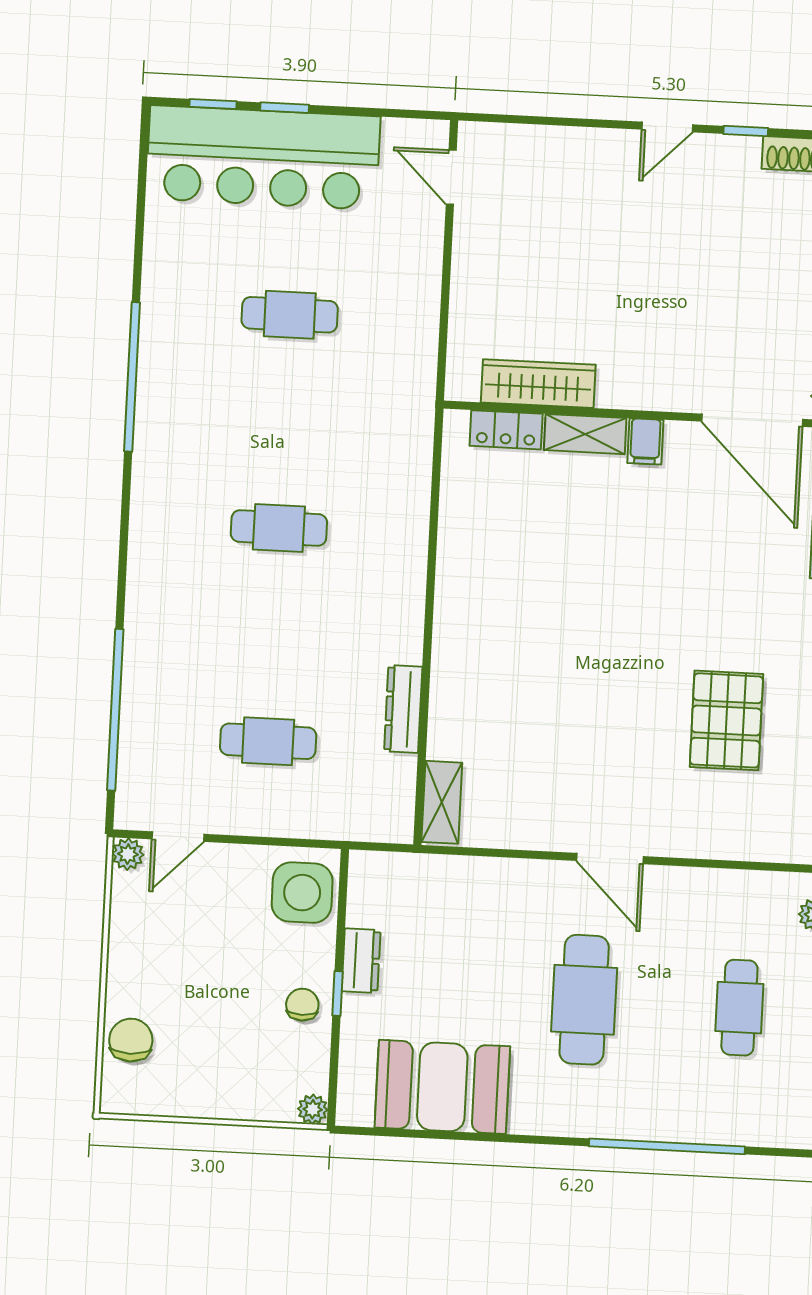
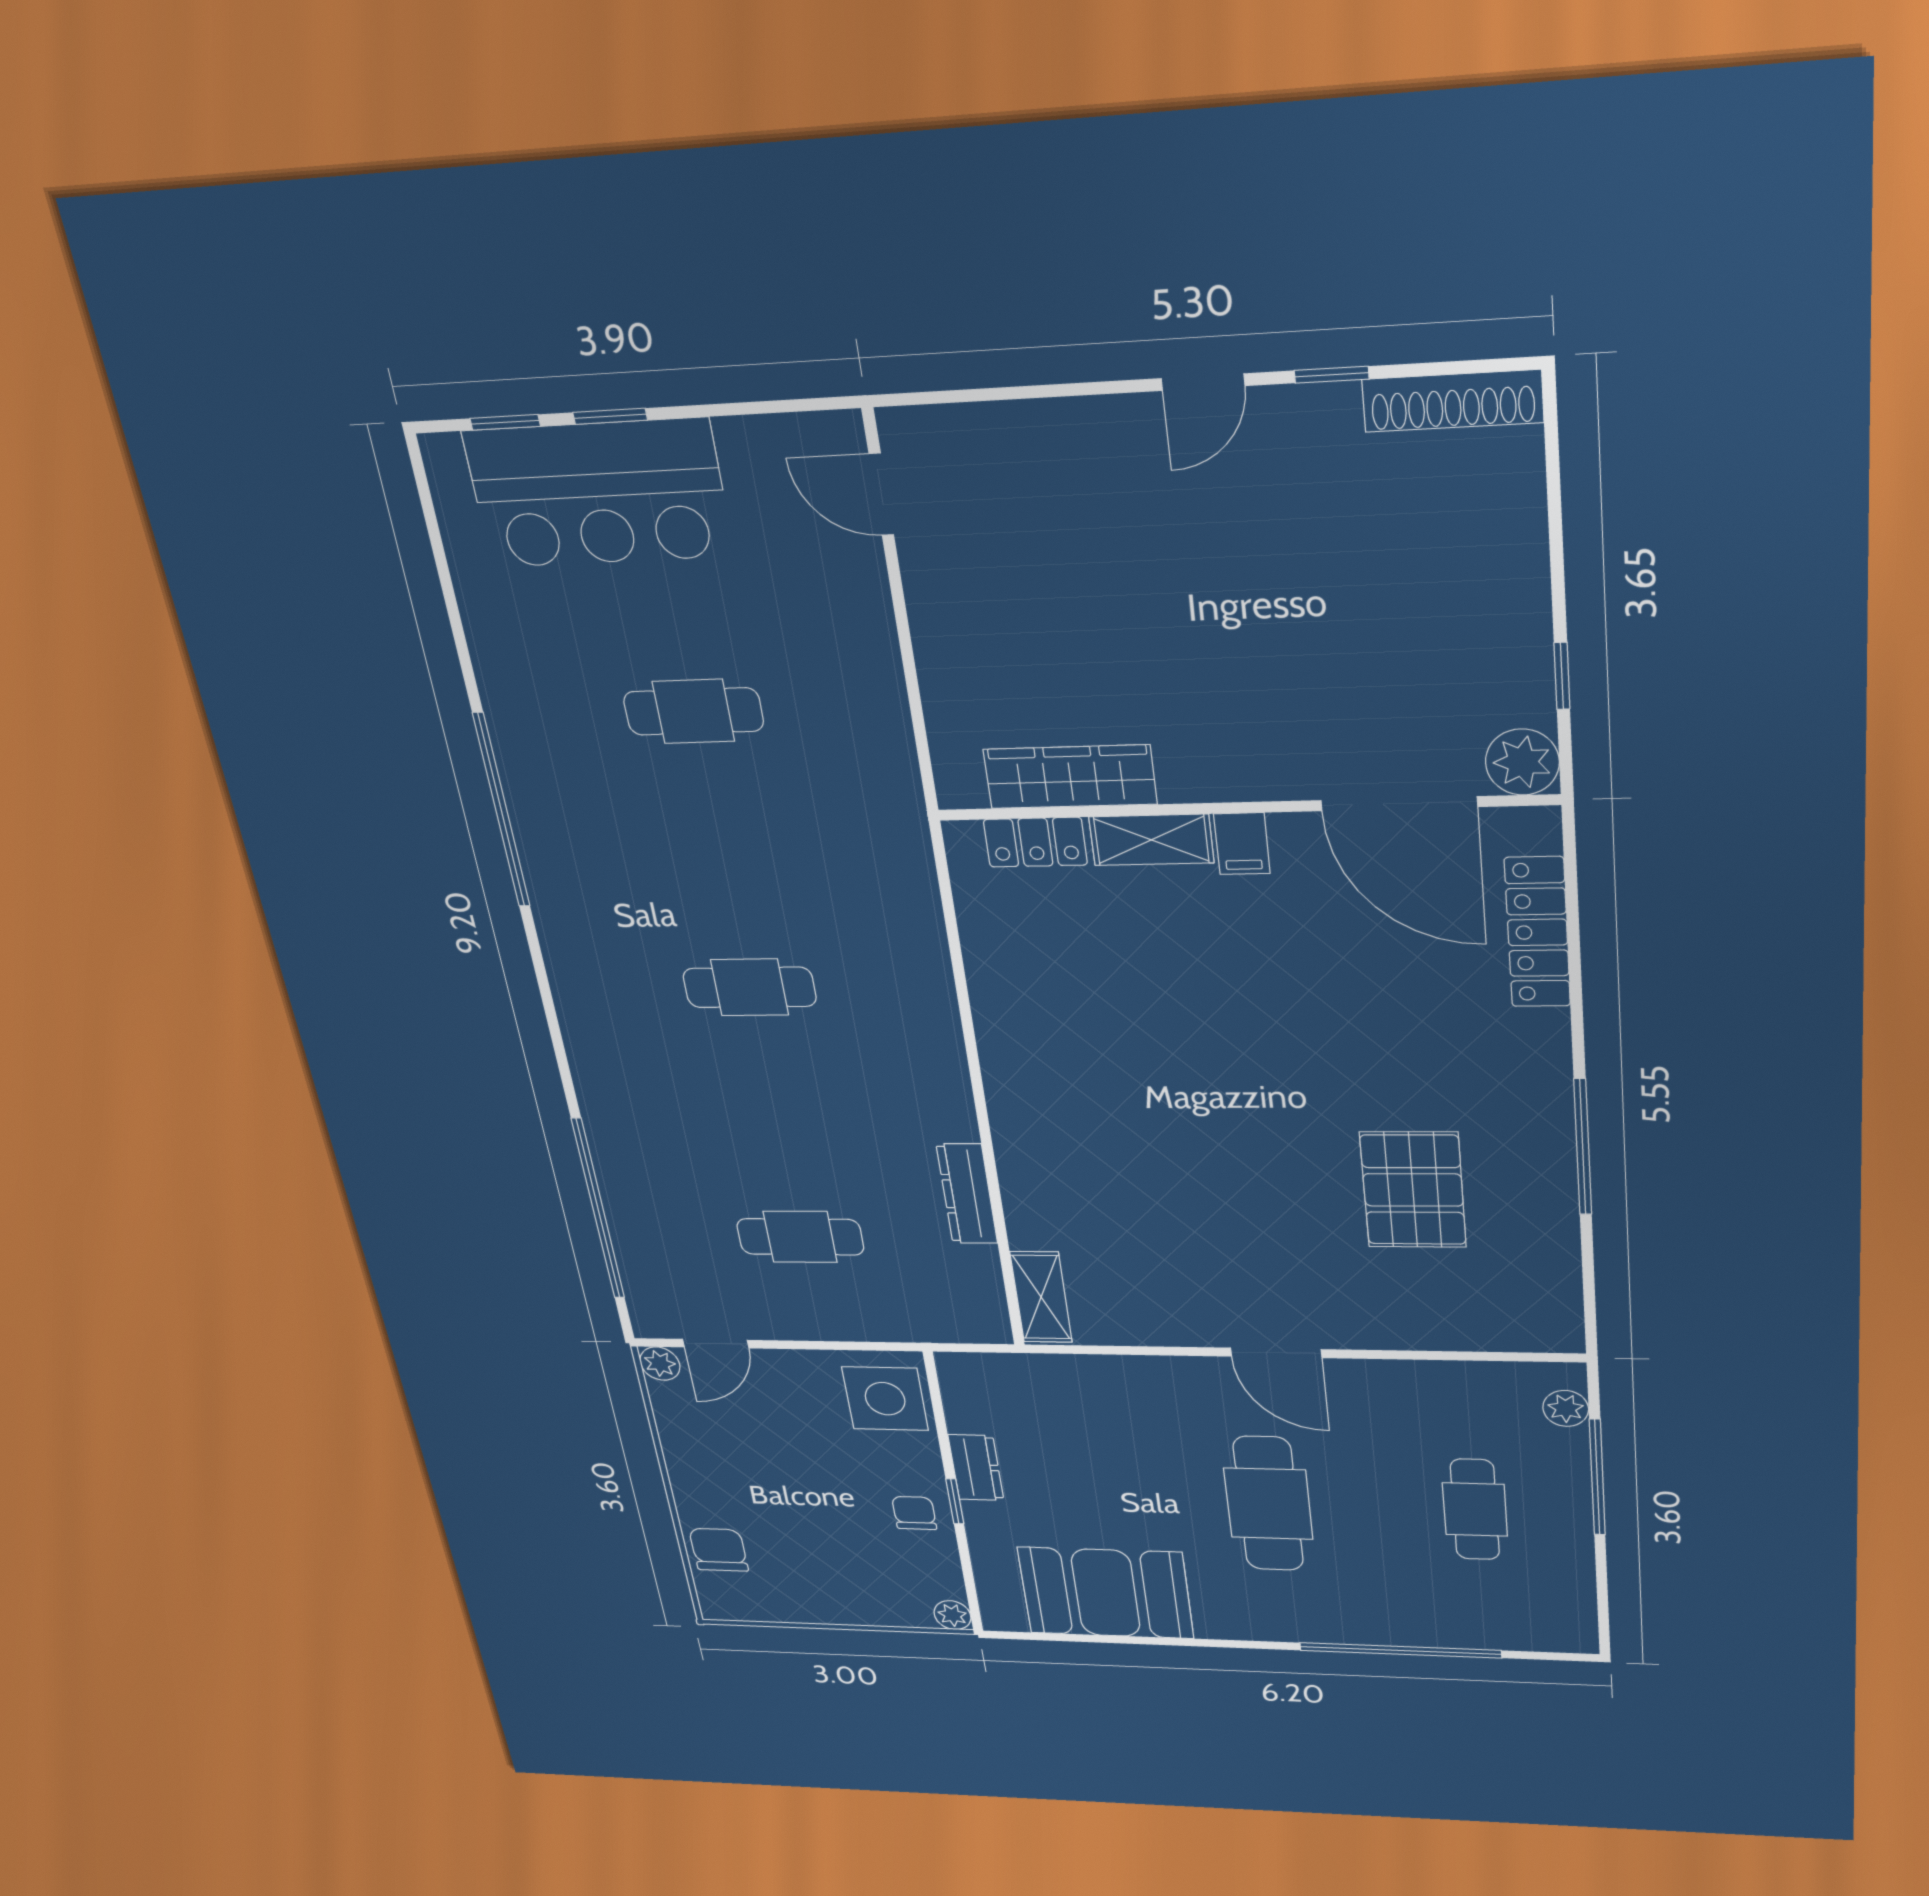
bar counter: (263, 158) -> (598, 494), width x0.73

